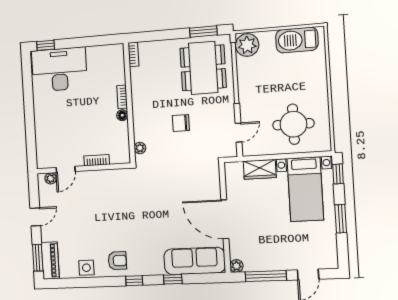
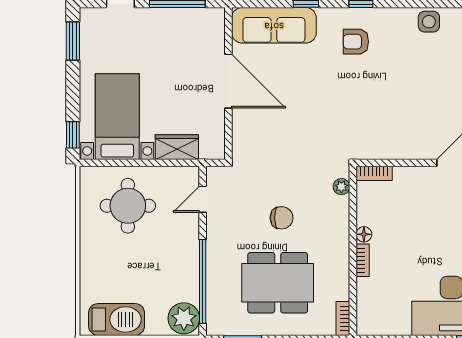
dining table: (203, 68) -> (278, 283), moved, turned 90
bookcase: (97, 160) -> (374, 173), moved
window: (341, 219) -> (73, 41), moved
armchair: (117, 261) -> (356, 42), moved
plant: (236, 266) -> (216, 16), removed

